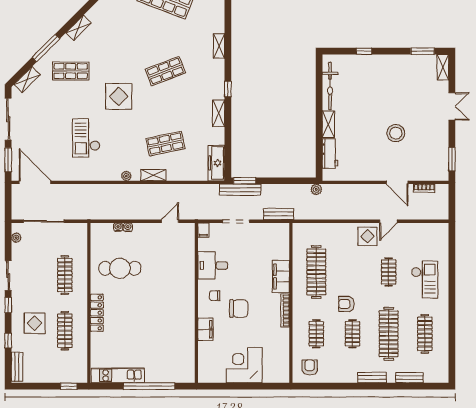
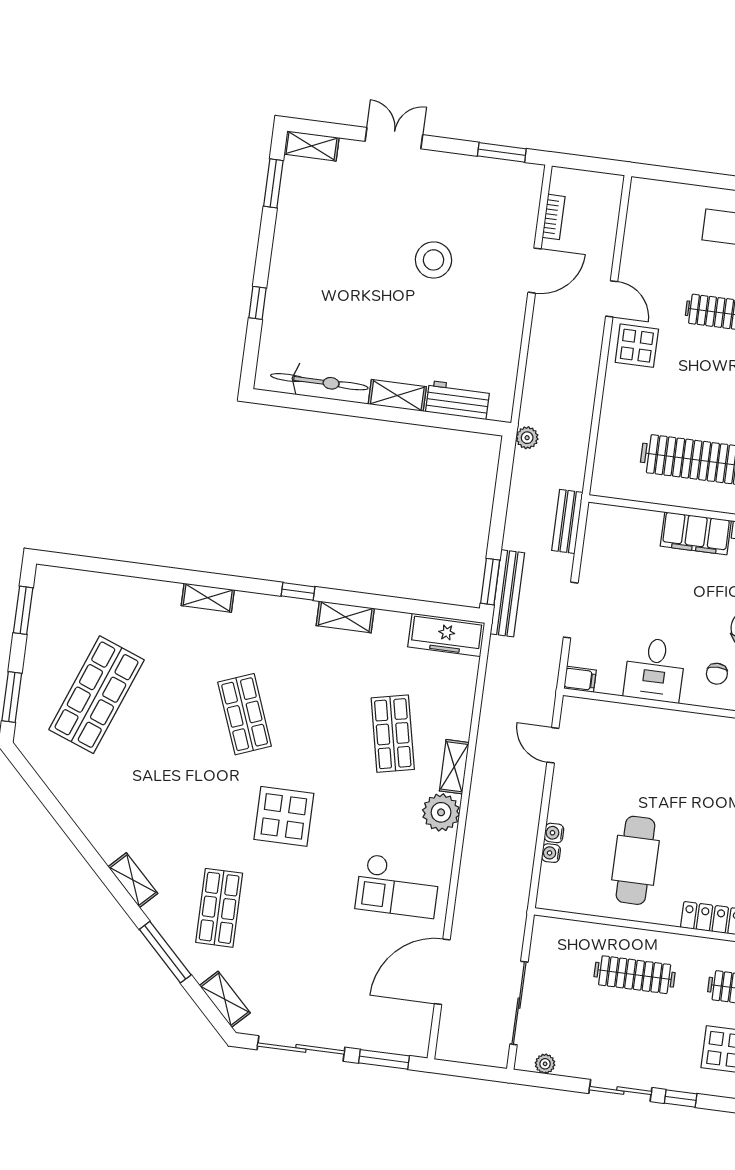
checkout: (86, 138) -> (398, 886), moved
plant: (126, 176) -> (441, 812), width x1.88, depth x1.88
door: (35, 182) -> (442, 972), moved

